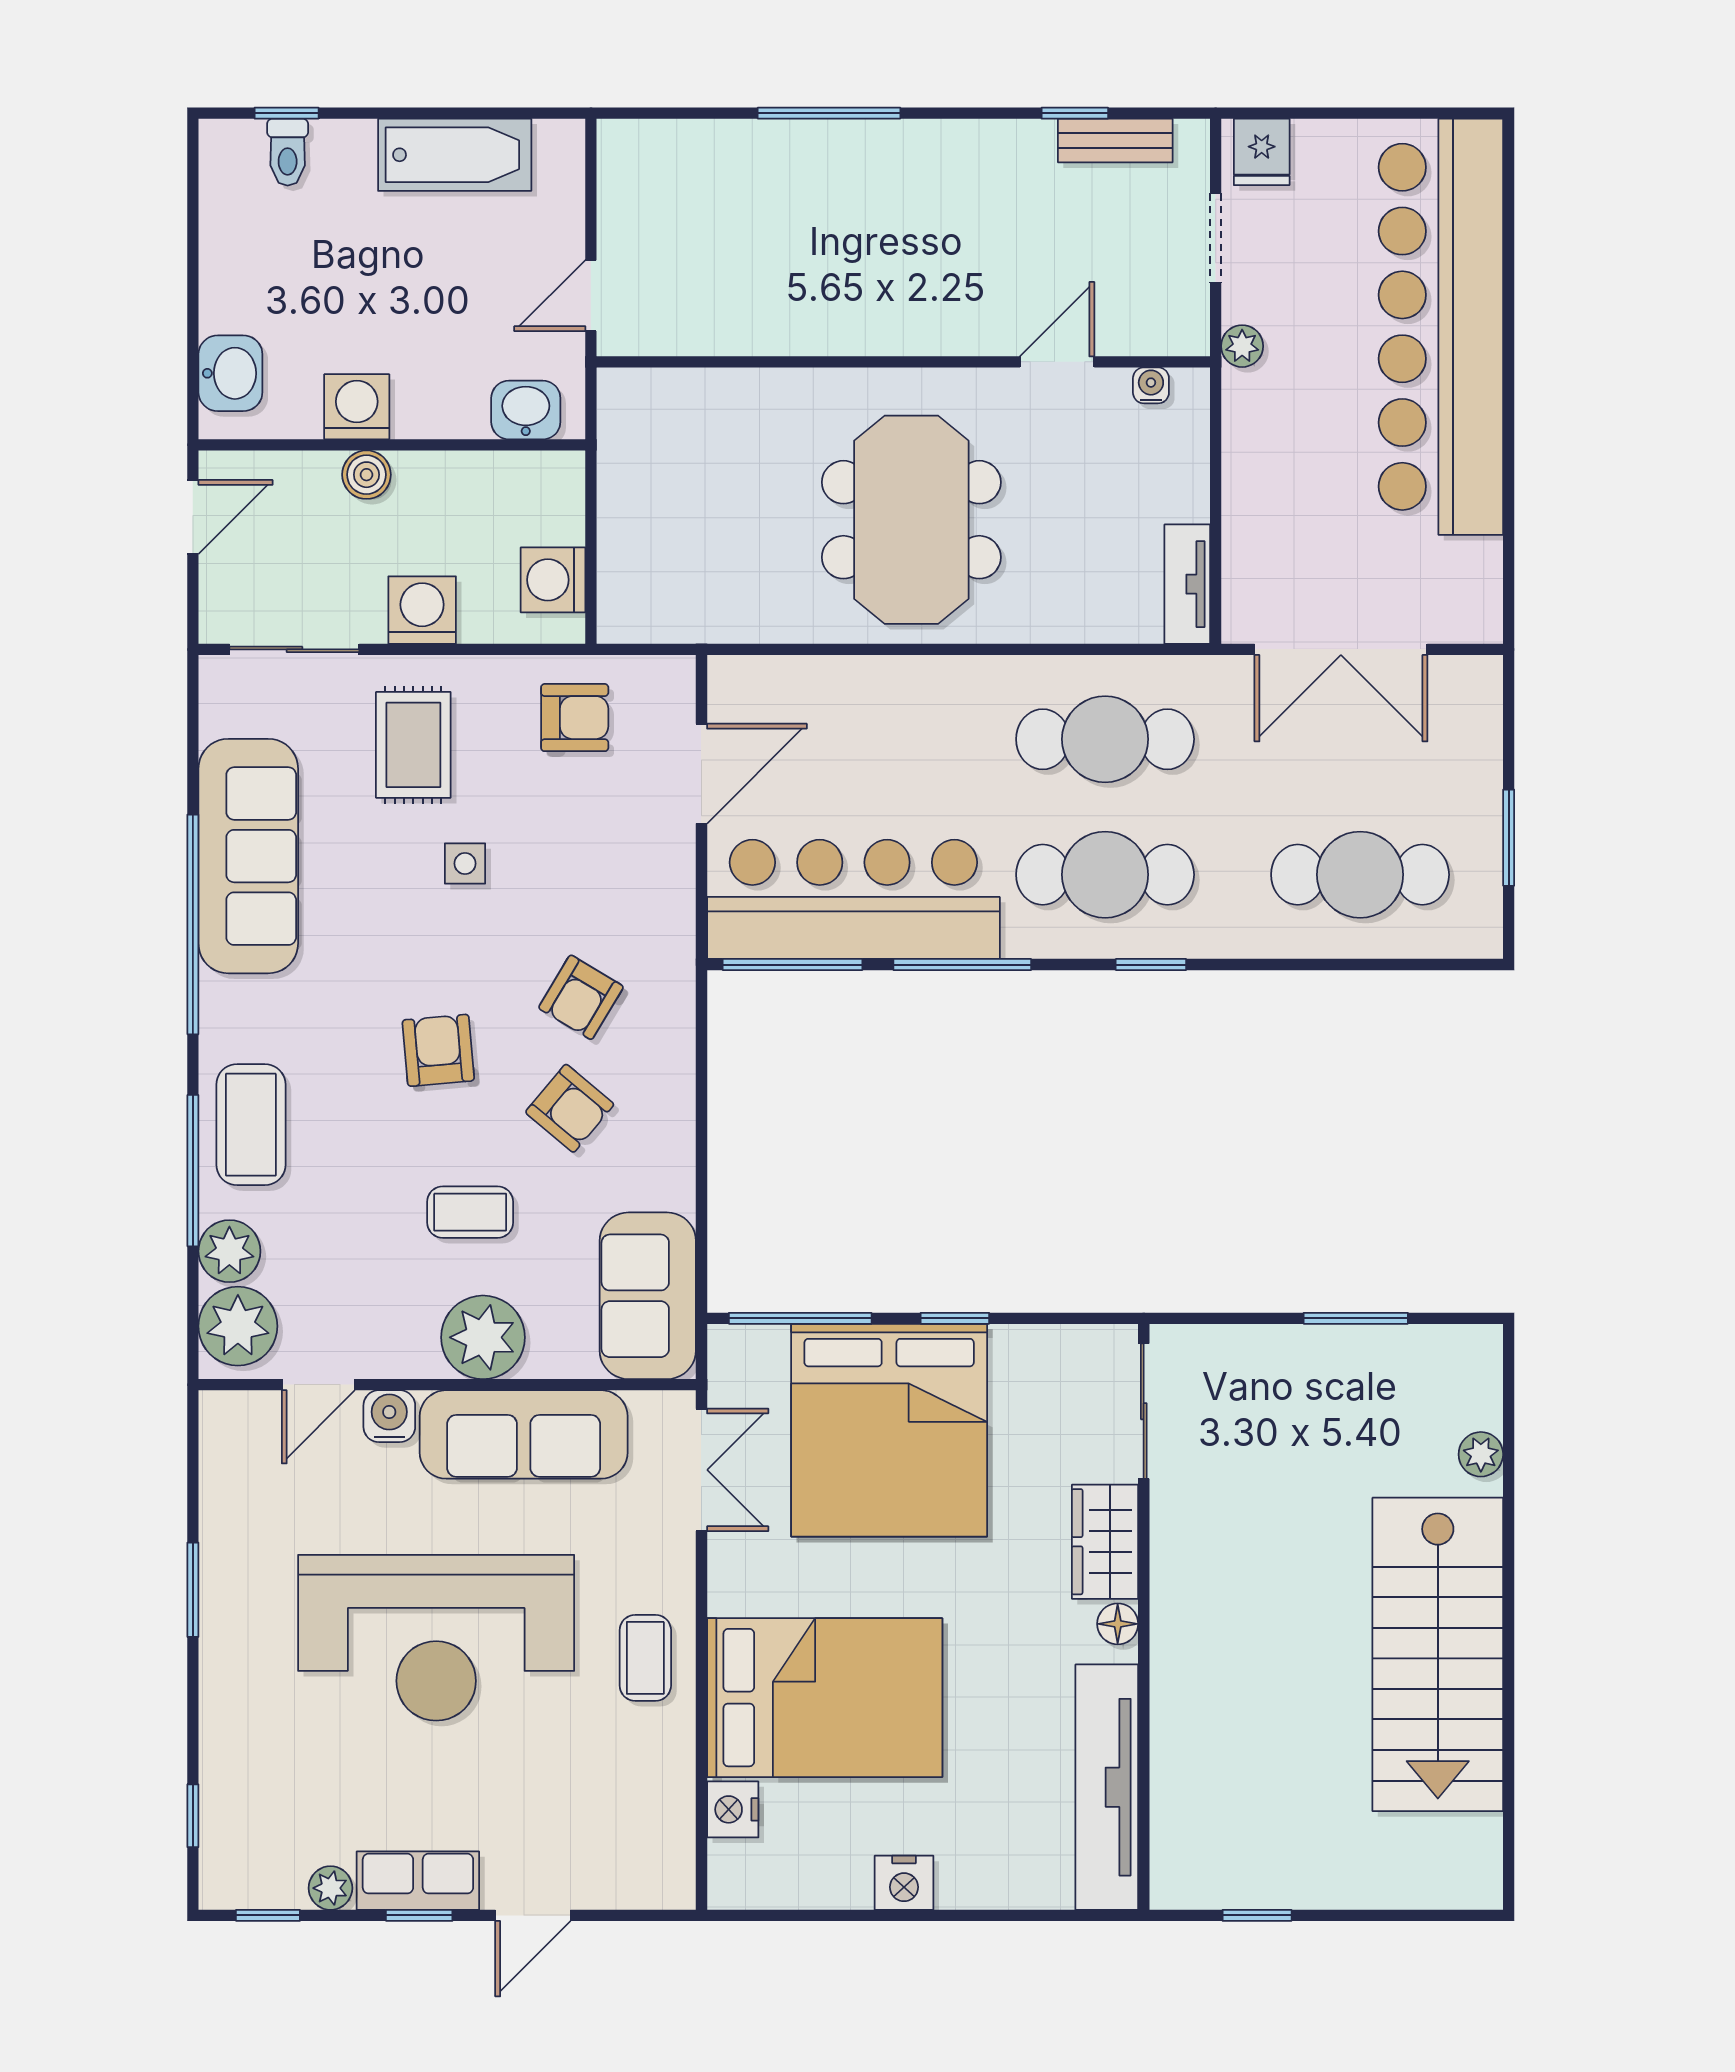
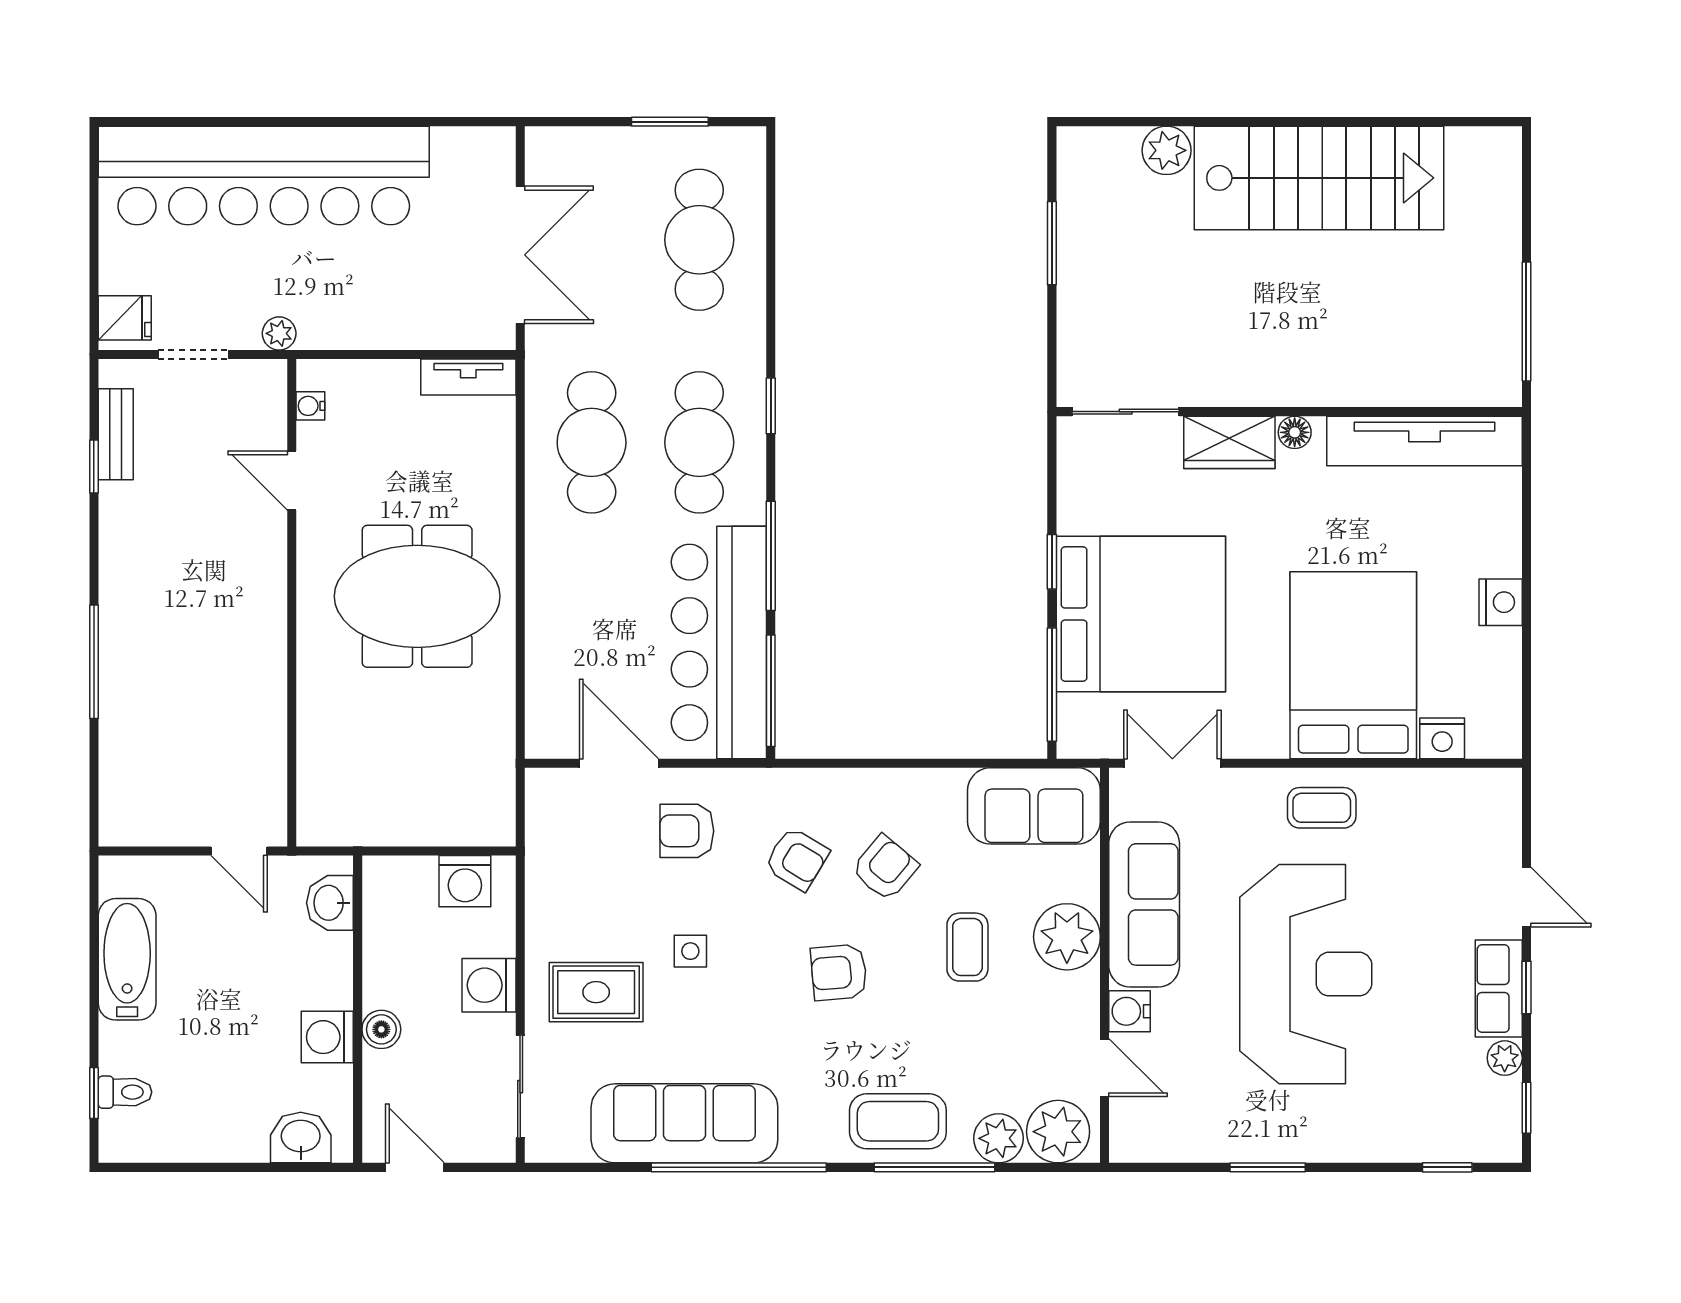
armchair: (575, 718) -> (687, 831), moved, turned -90
plant: (1481, 1454) -> (1167, 150), width x1.38, depth x1.38
window: (1257, 1915) -> (1526, 322), width x2.17

